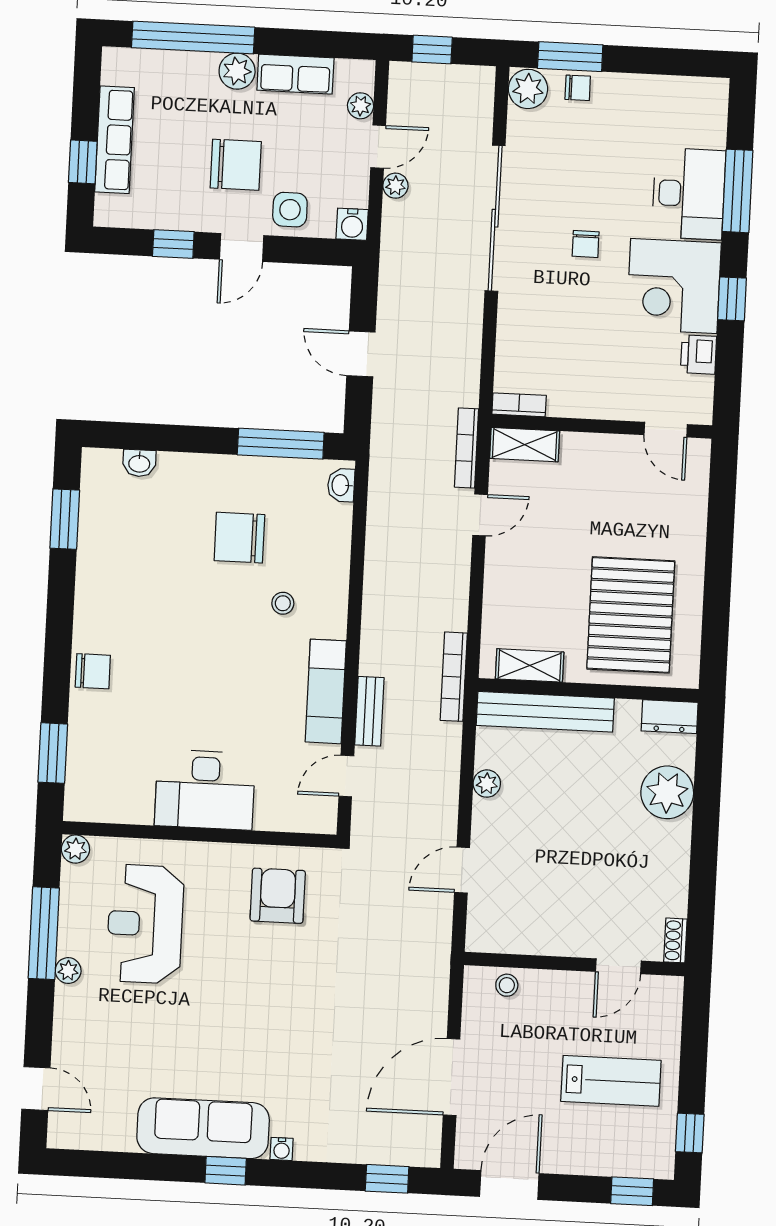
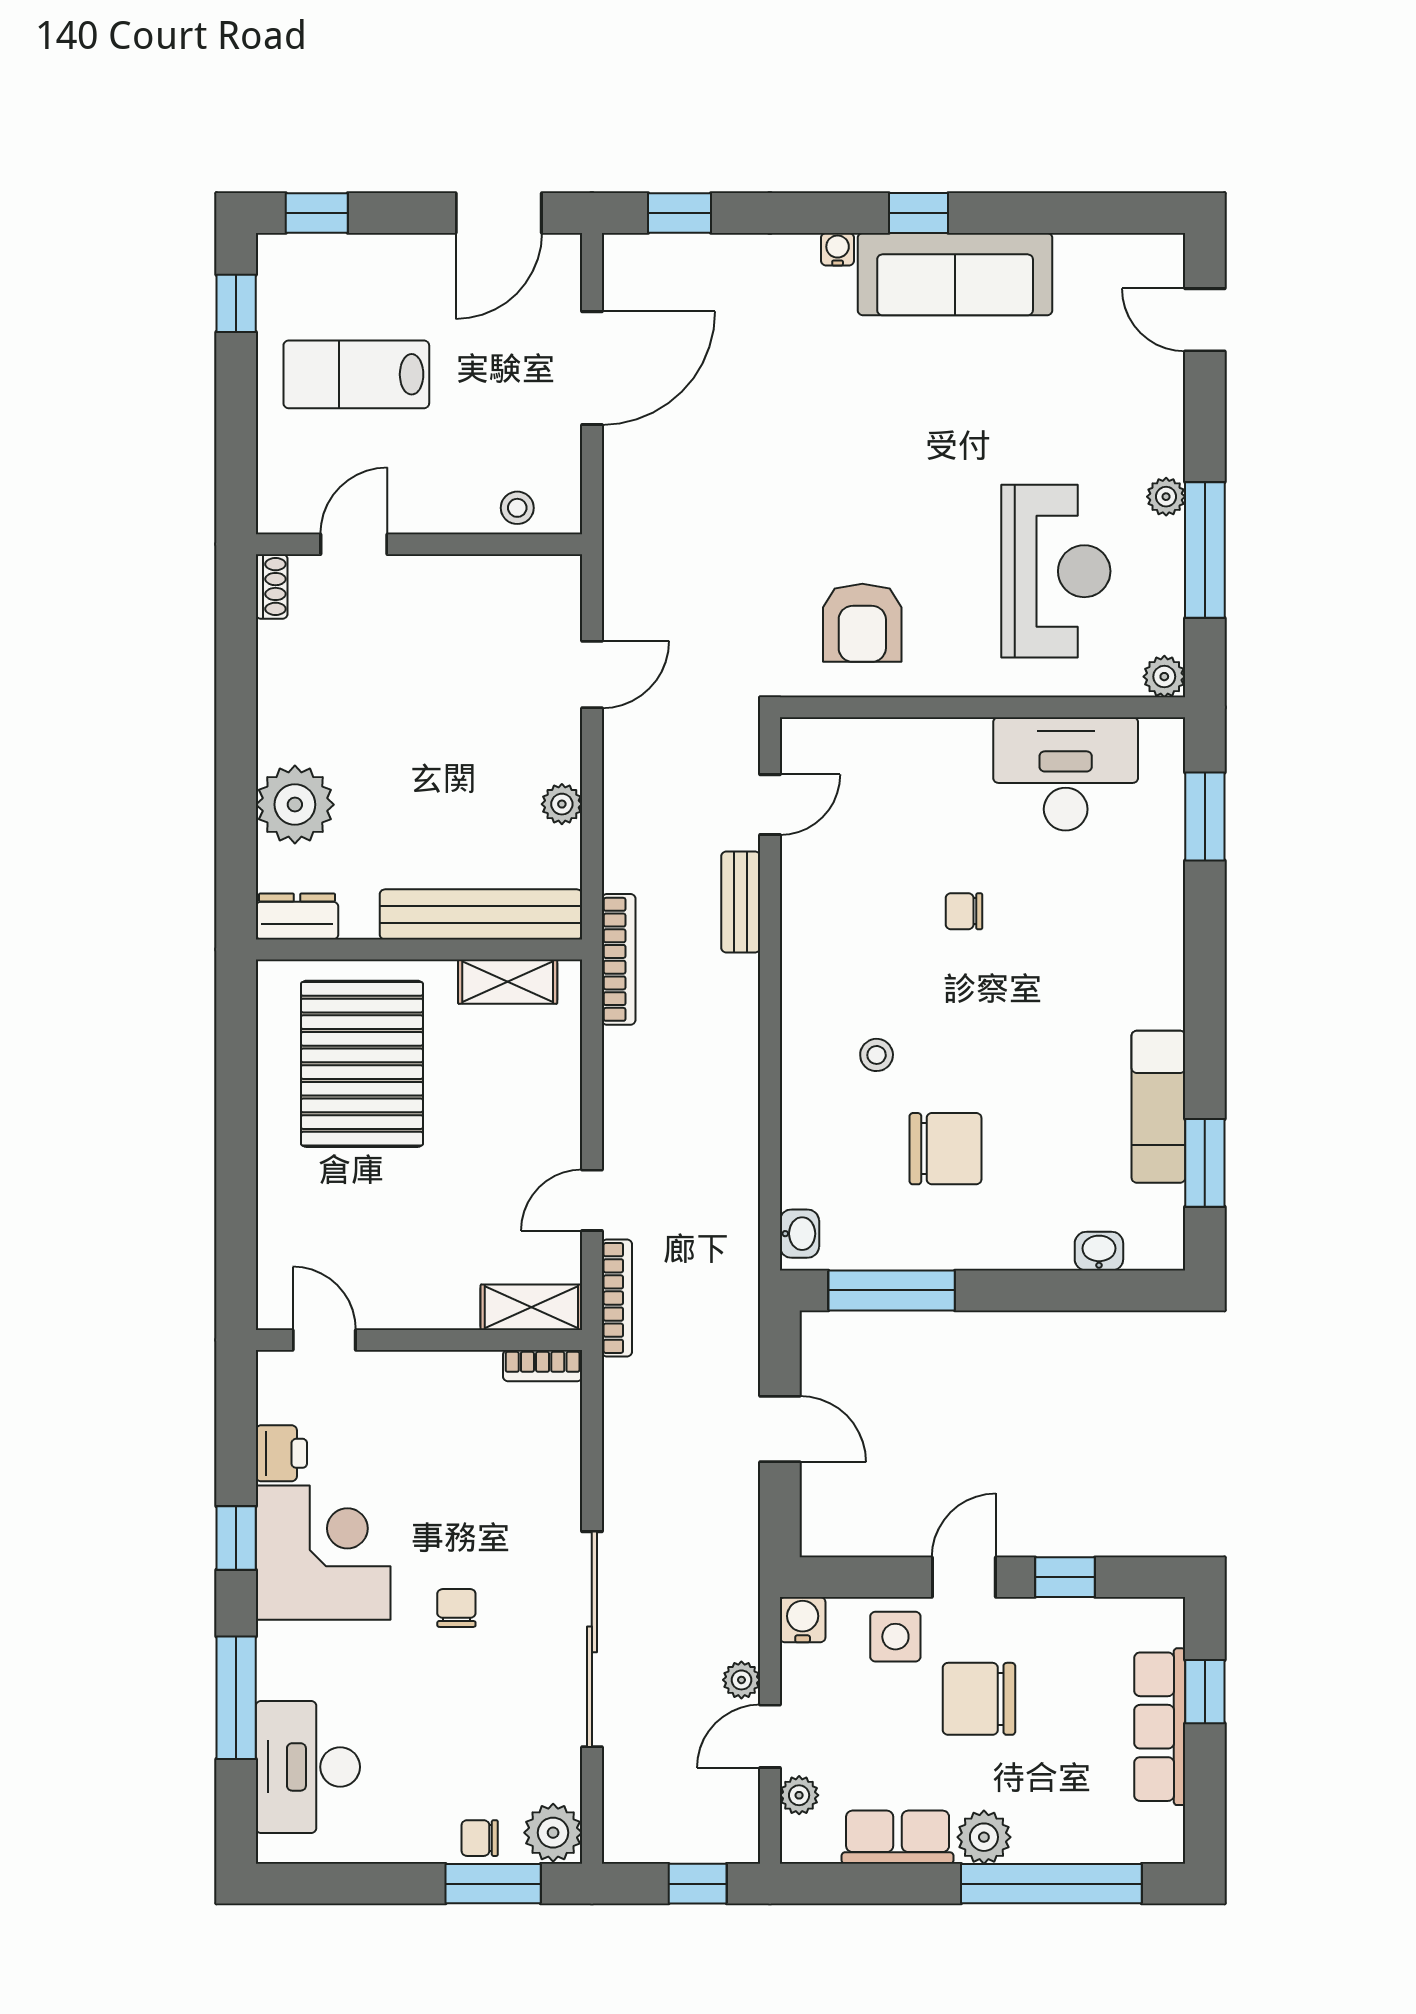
desk: (689, 194) -> (308, 1767), moved
chair: (93, 671) -> (964, 911), moved, width x0.73, depth x0.73
exam couch: (326, 691) -> (1158, 1107), moved, turned 180
desk: (205, 790) -> (1066, 774), moved

